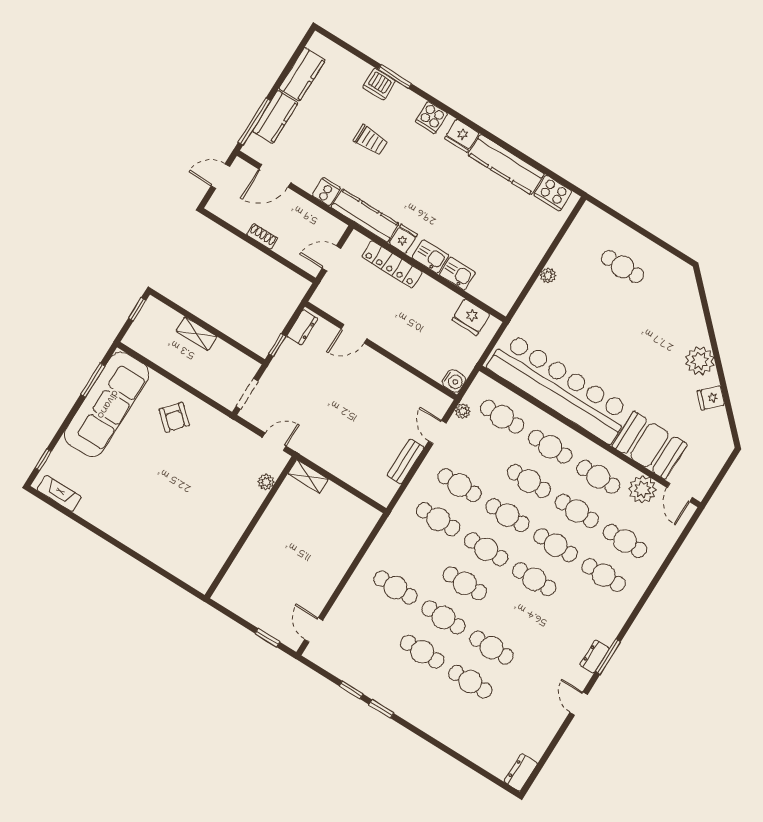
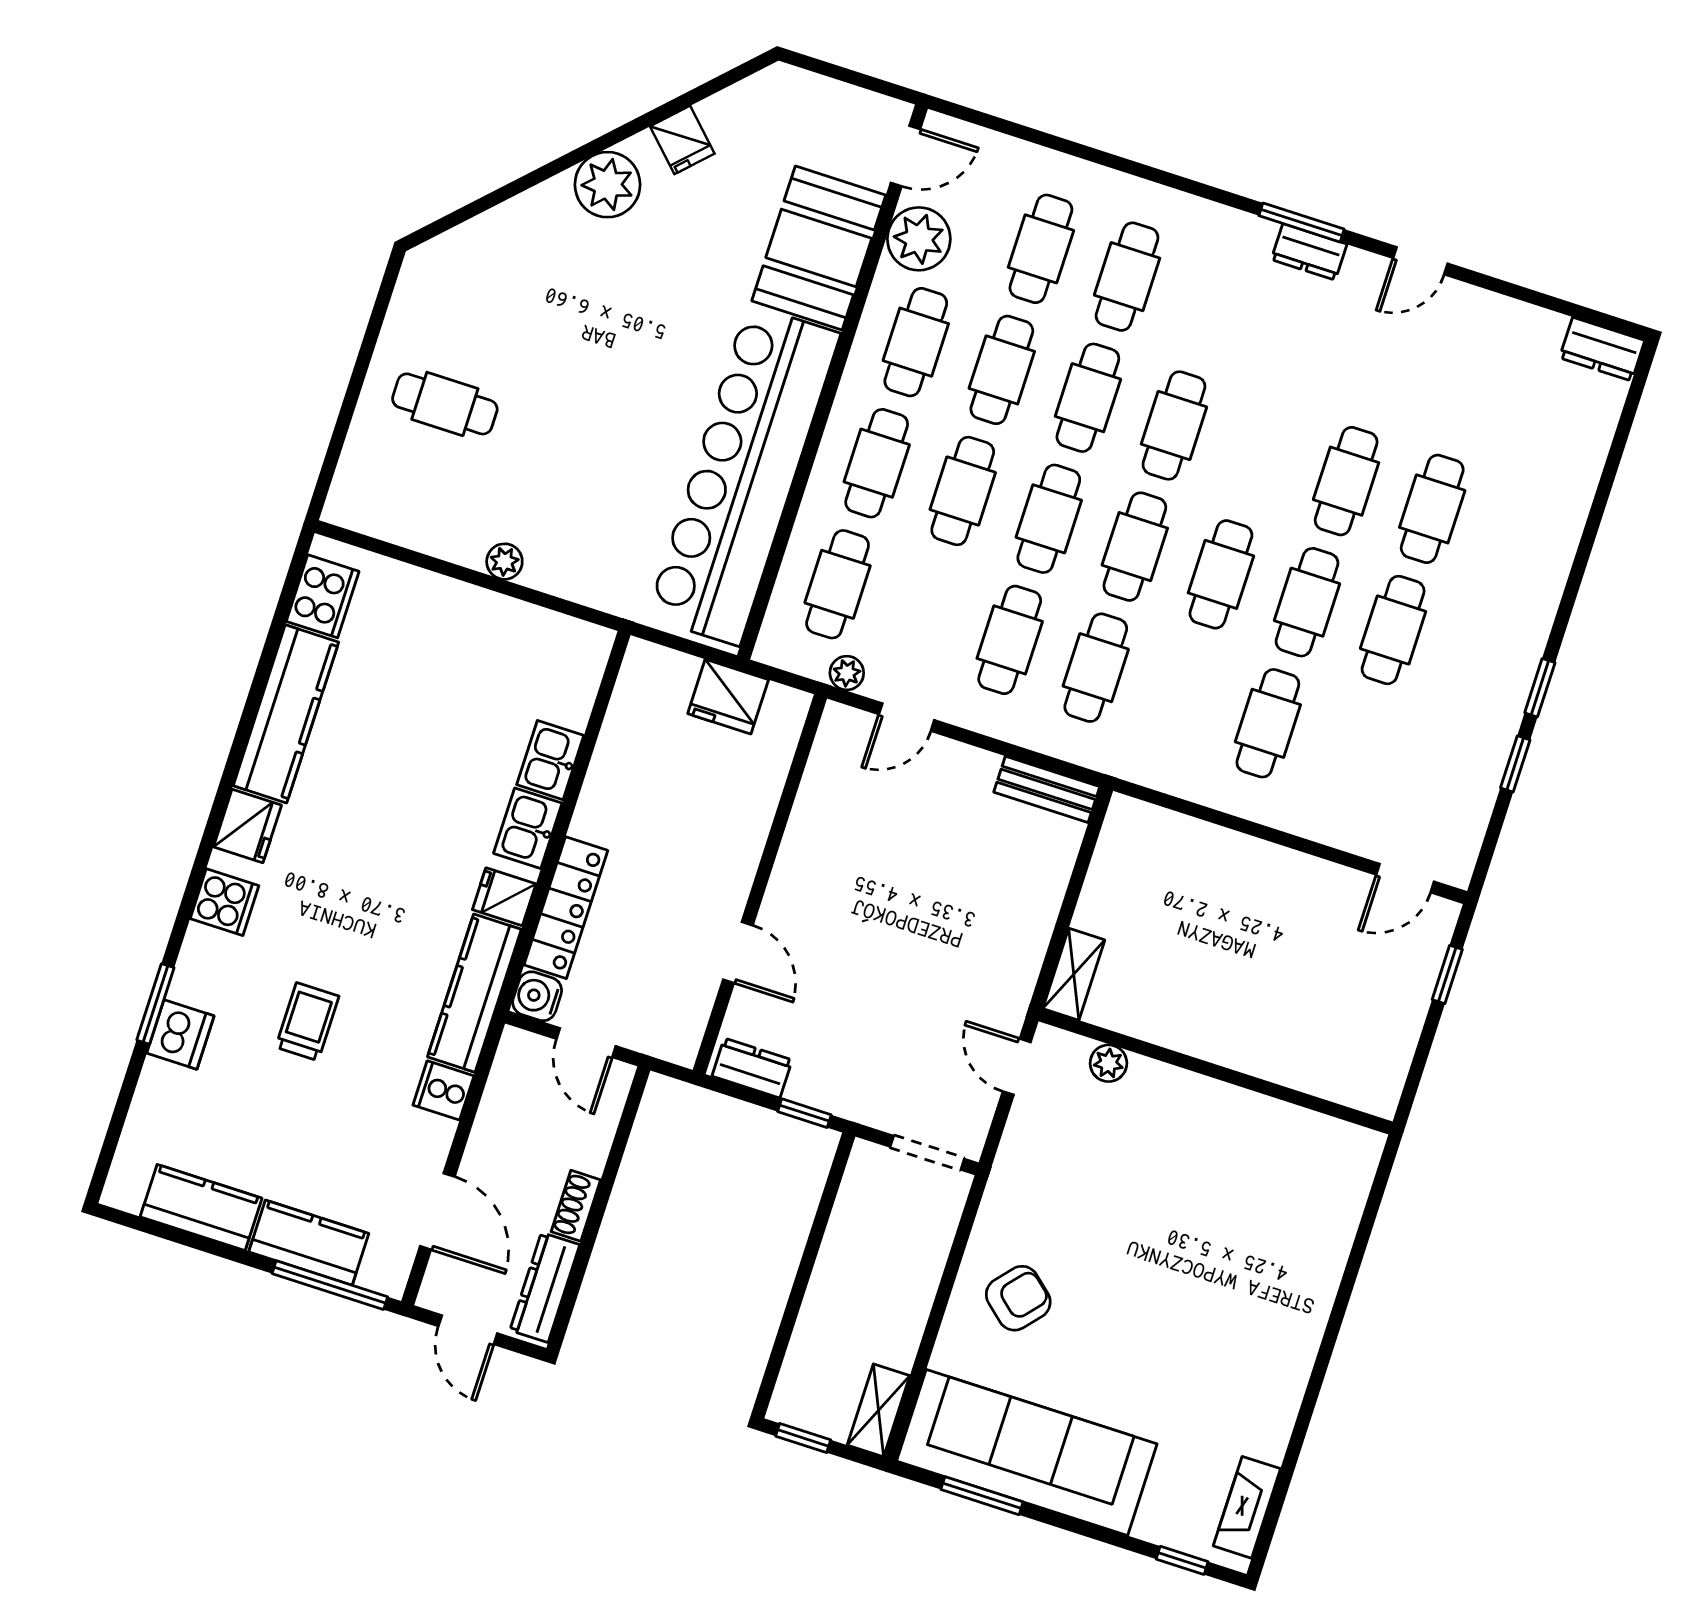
dresser: (230, 214) -> (545, 1288), added
cafe table: (623, 267) -> (445, 404), turned 90
fridge: (471, 317) -> (728, 697), moved, turned 90
shelving: (196, 334) -> (878, 1410), moved
water cooler: (454, 381) -> (537, 996), moved, turned -90
bench: (405, 461) -> (1047, 789), moved

